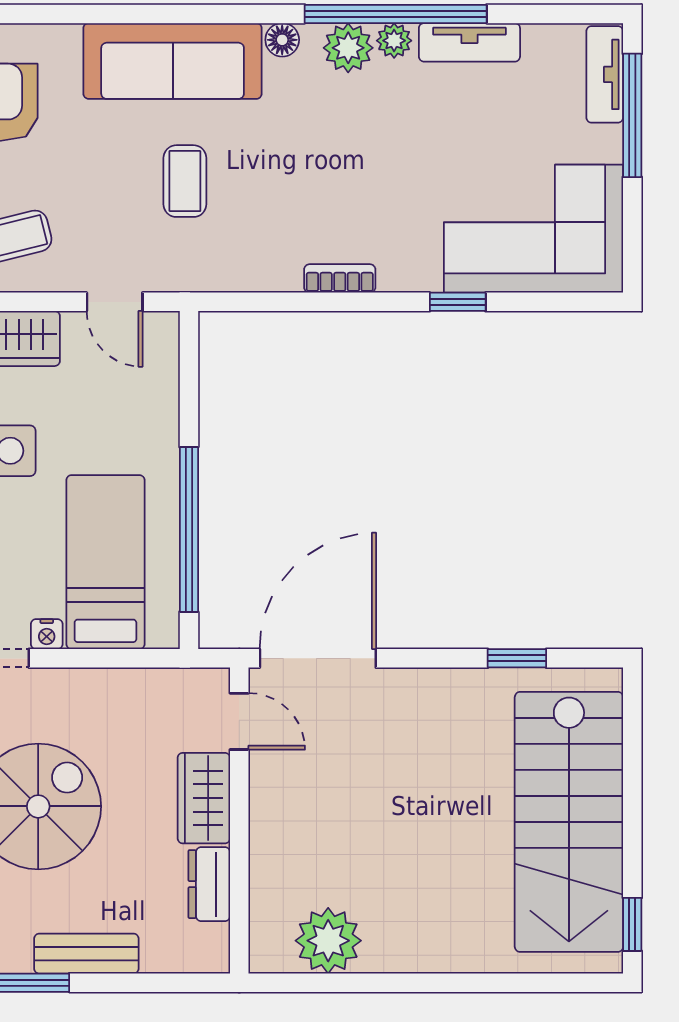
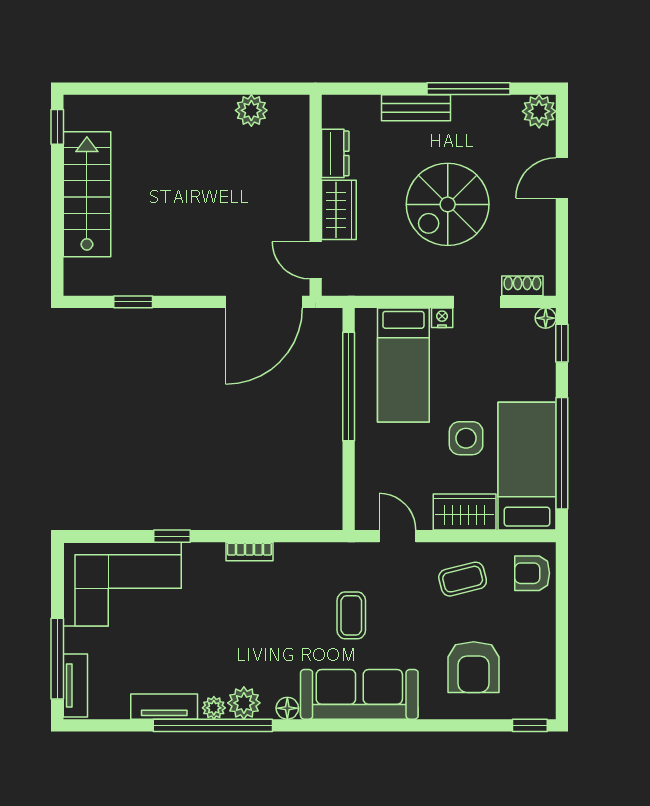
stairs: (569, 822) -> (87, 194), width x0.73, depth x0.66
plant: (328, 941) -> (251, 110), width x0.73, depth x0.73

